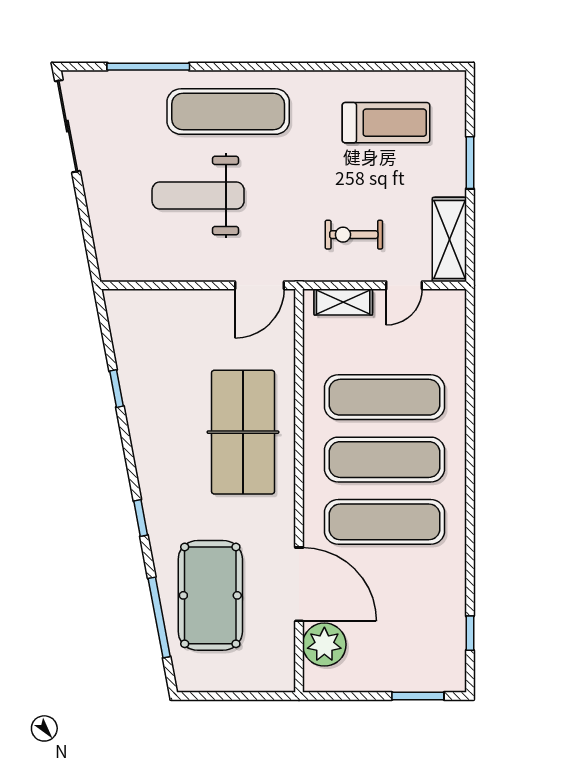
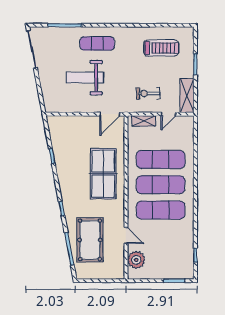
exercise mat: (228, 112) -> (97, 43), width x0.73, depth x0.69
door: (299, 584) -> (126, 235), width x0.53

